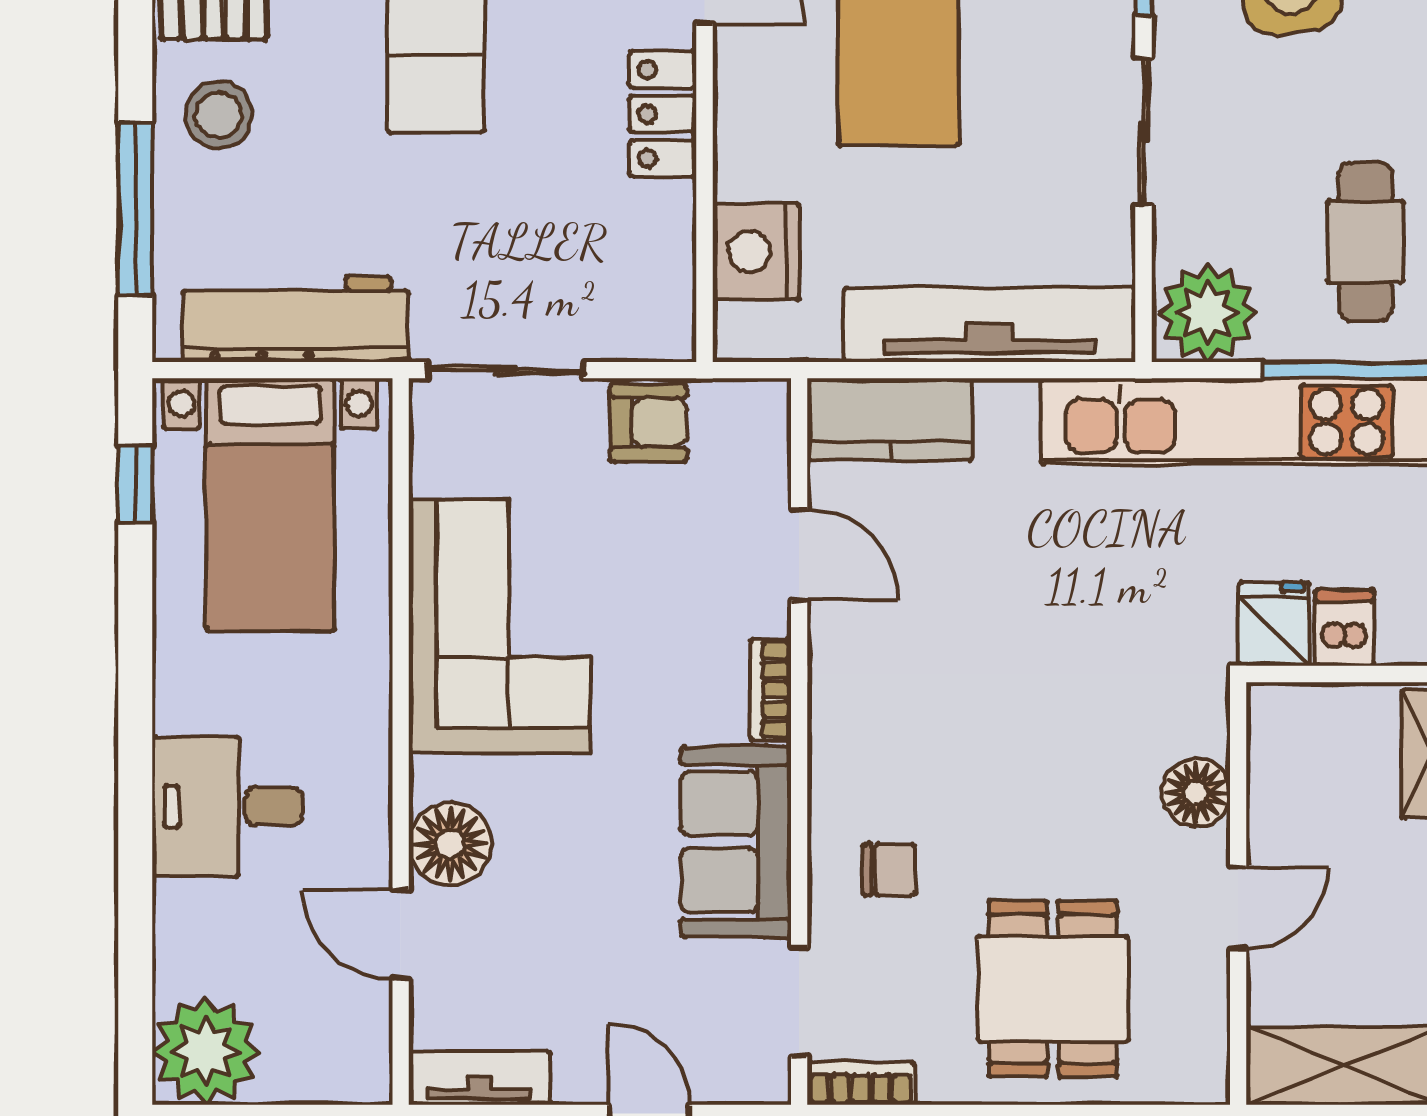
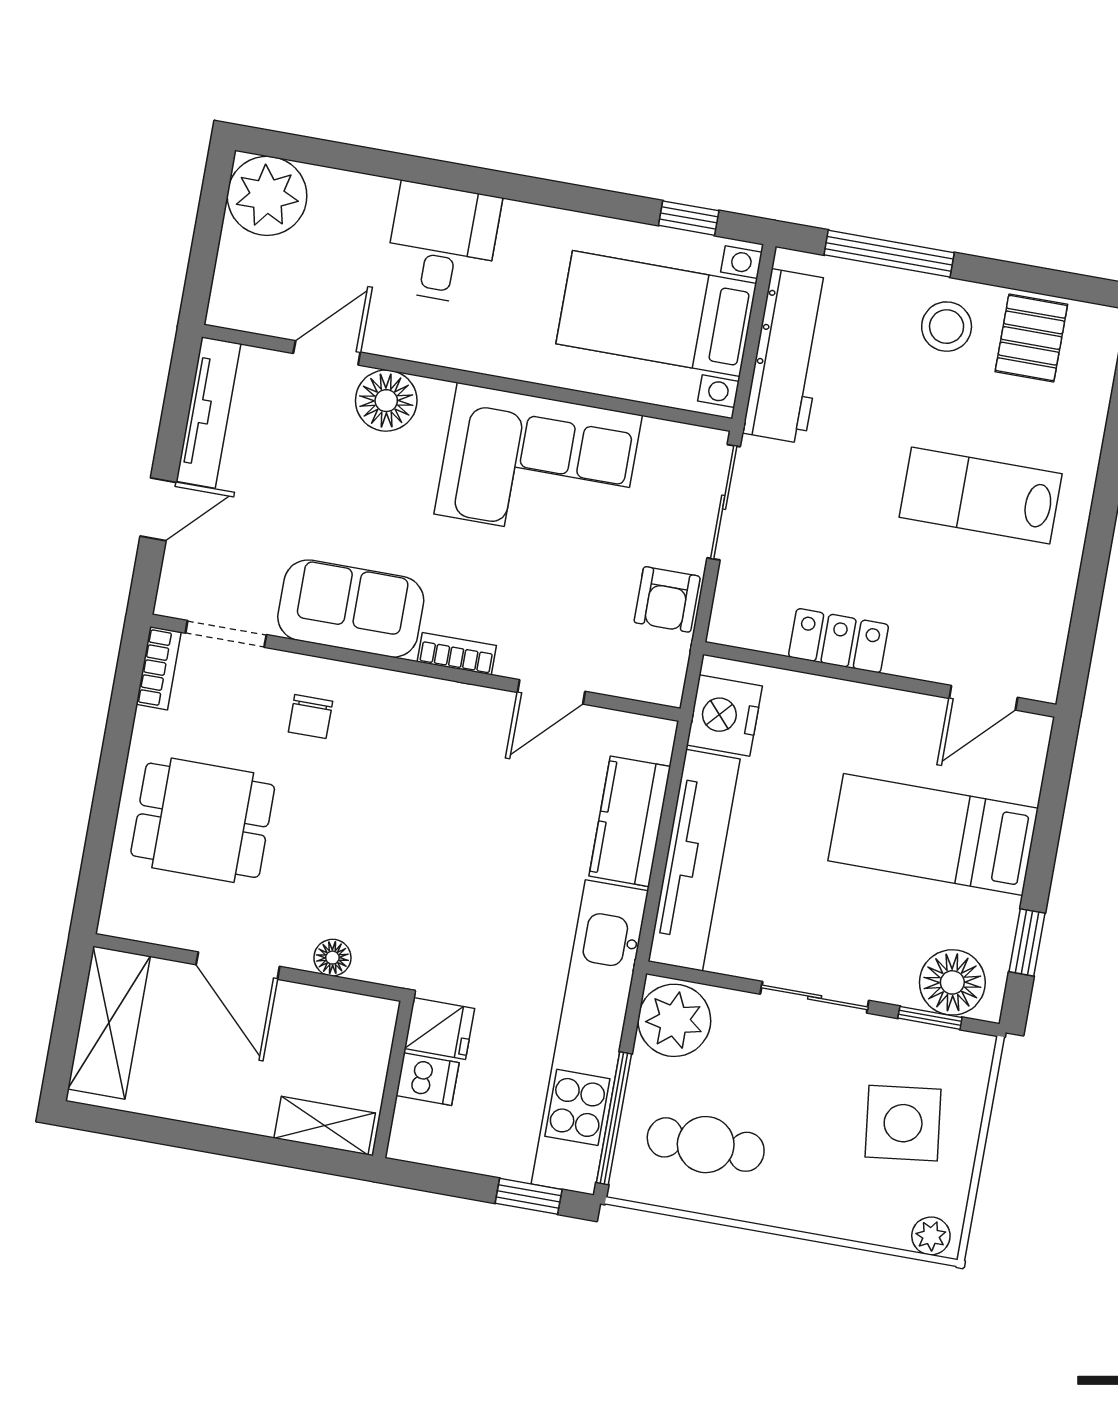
locker: (663, 114) -> (839, 641), moved
nightstand: (756, 251) -> (724, 716), moved, turned -90
kitchen counter: (890, 420) -> (630, 821), moved
floor lamp: (1196, 793) -> (332, 958), width x0.73, depth x0.73
door: (1238, 908) -> (238, 966), width x1.38
tv unit: (479, 1078) -> (208, 413), width x1.41

